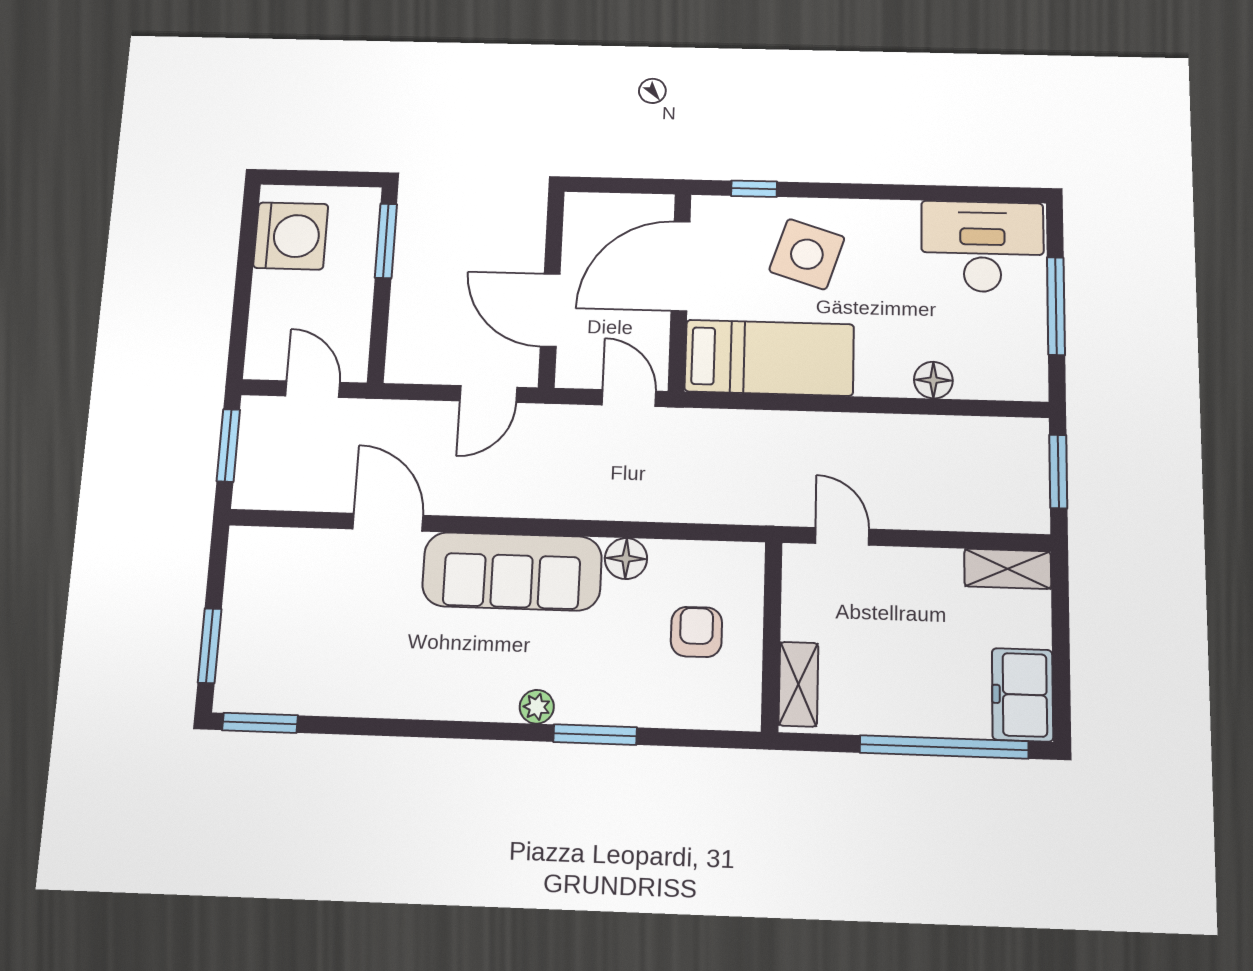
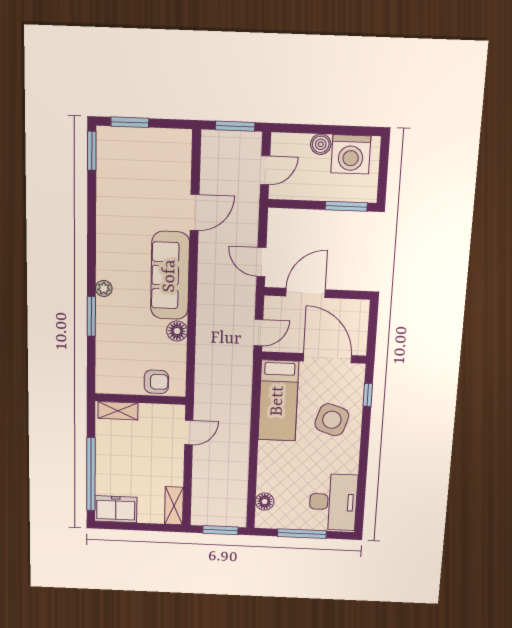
boiler: (270, 290) -> (321, 144), added
floor lamp: (933, 380) -> (265, 502), moved
armchair: (696, 632) -> (156, 382), moved

